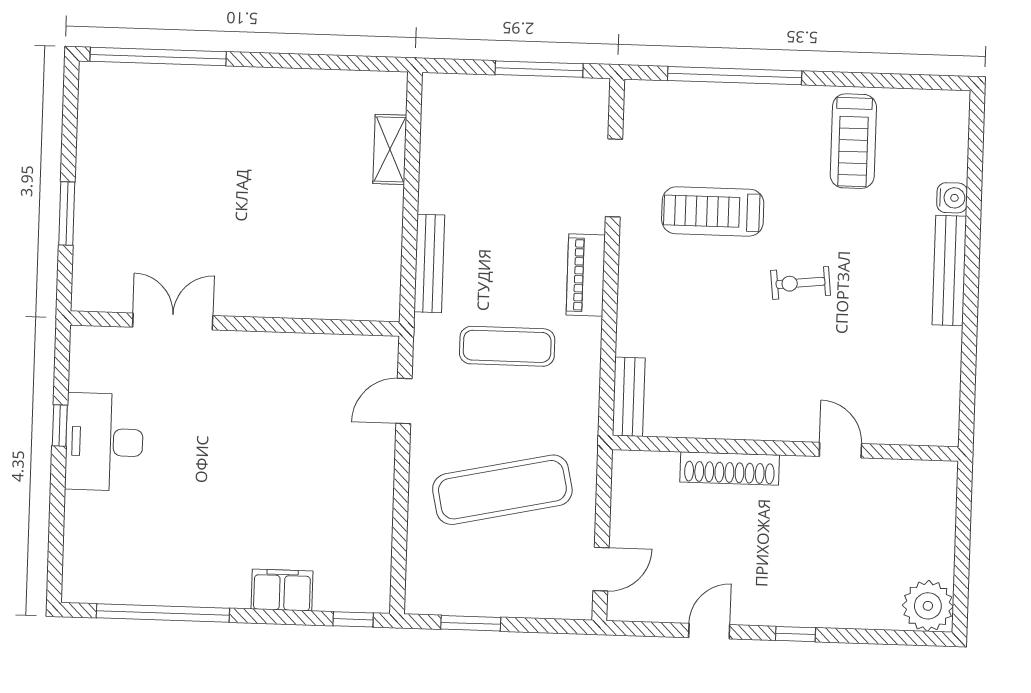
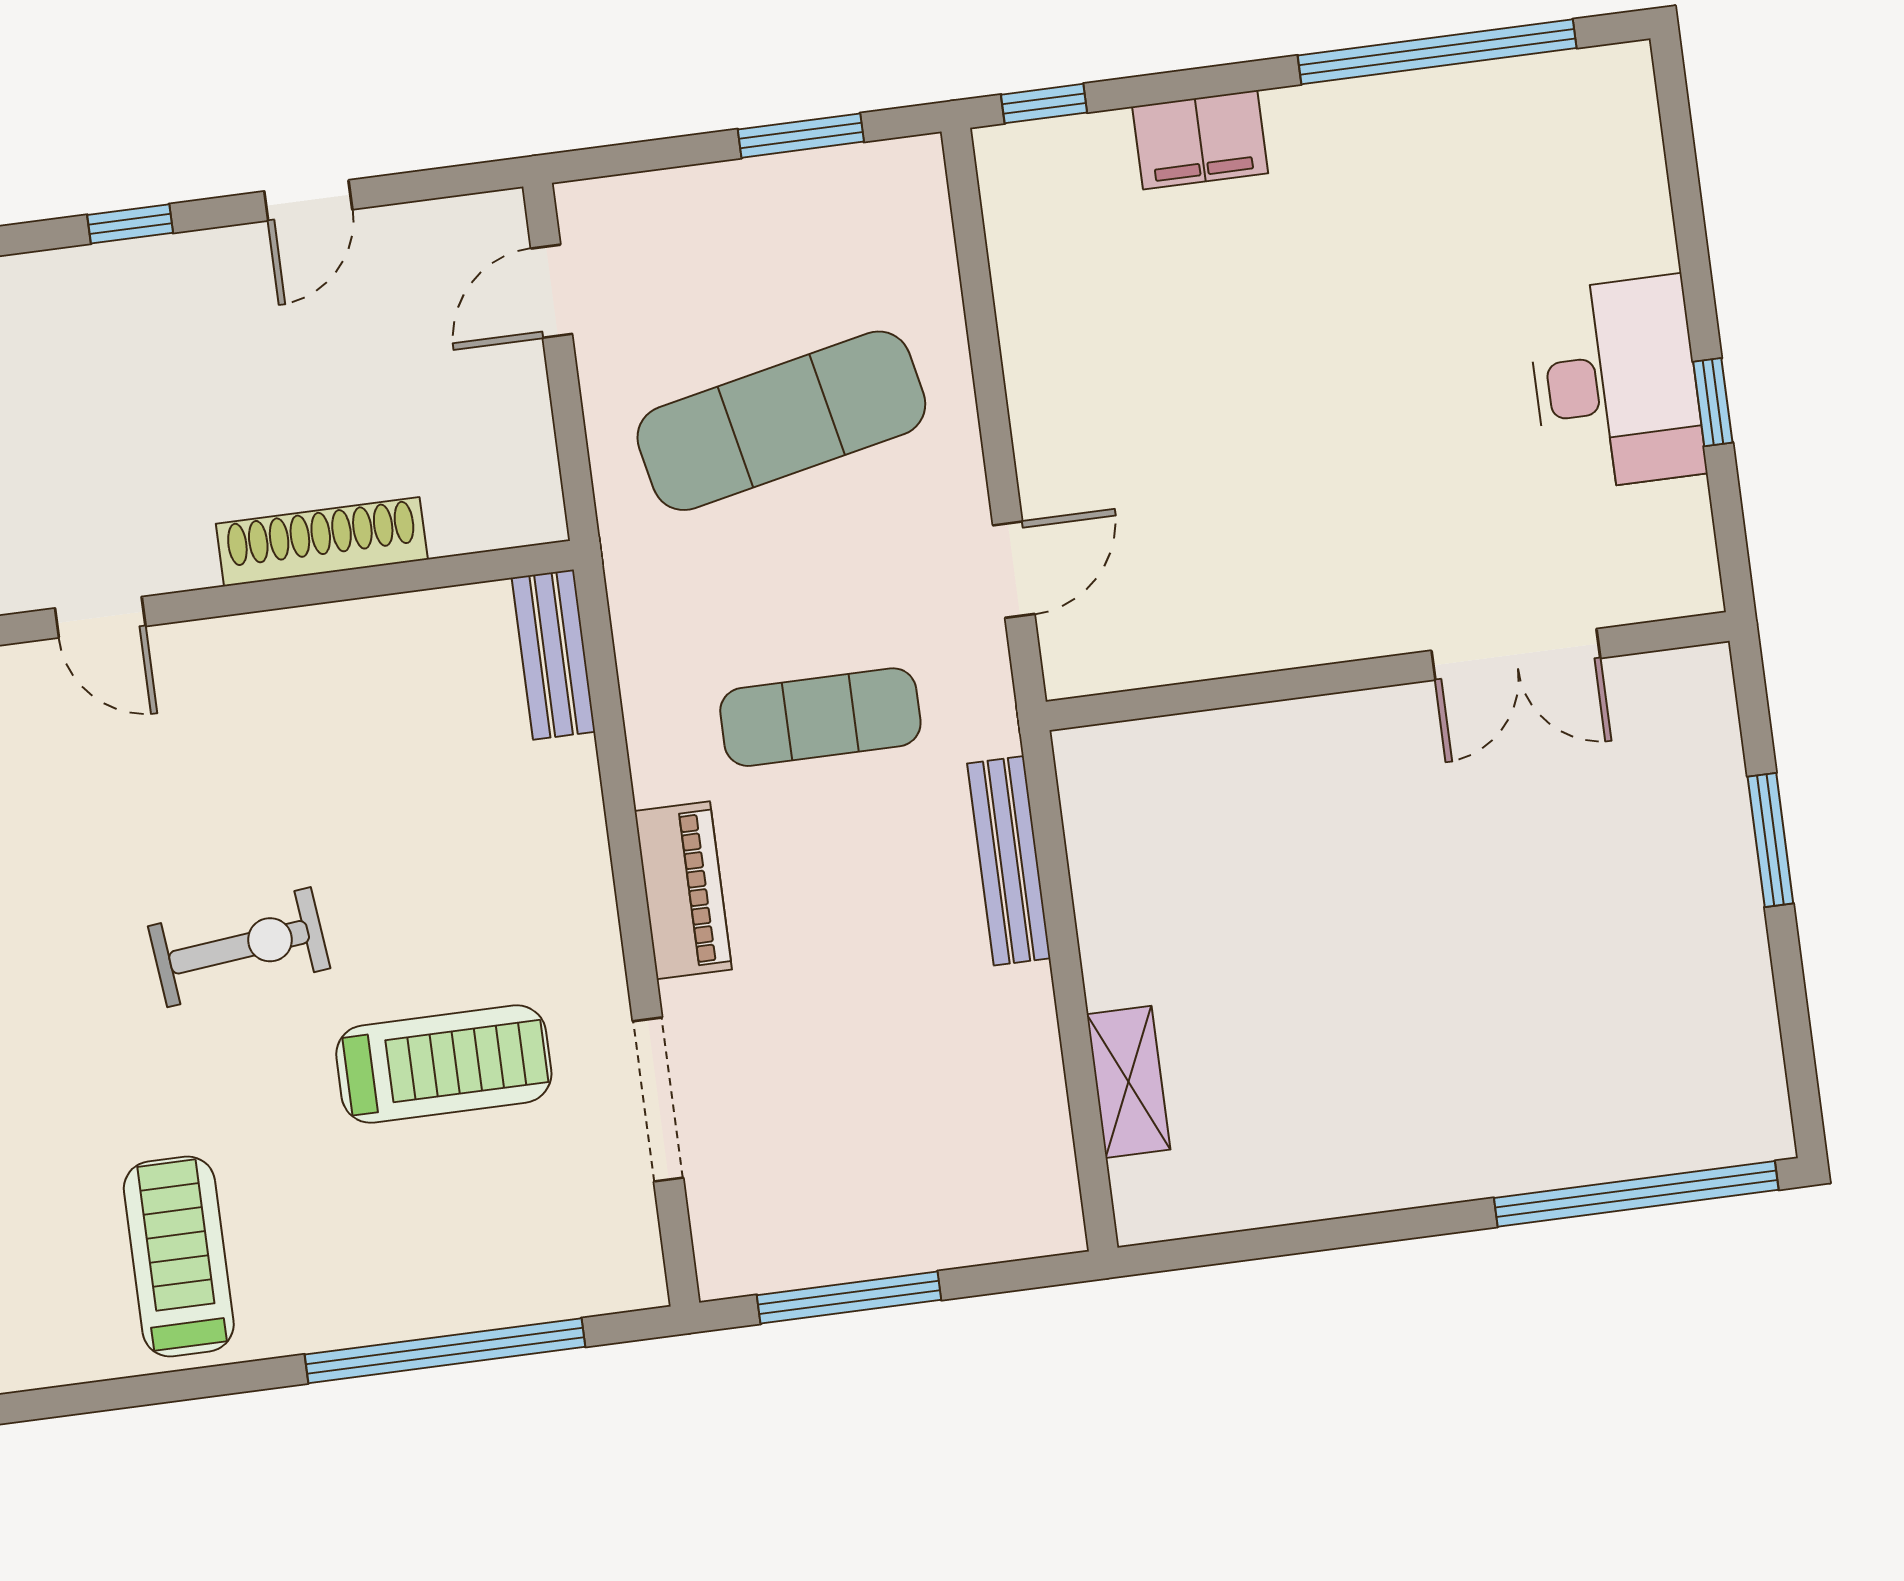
exercise bike: (801, 283) -> (239, 947), width x1.38, depth x1.39

